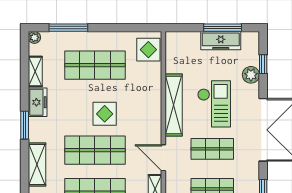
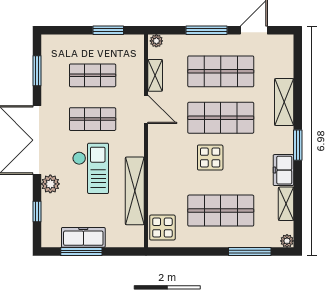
plant: (251, 75) -> (50, 184), moved
checkout: (214, 104) -> (91, 168), turned 180
shelving: (174, 105) -> (135, 191), moved

